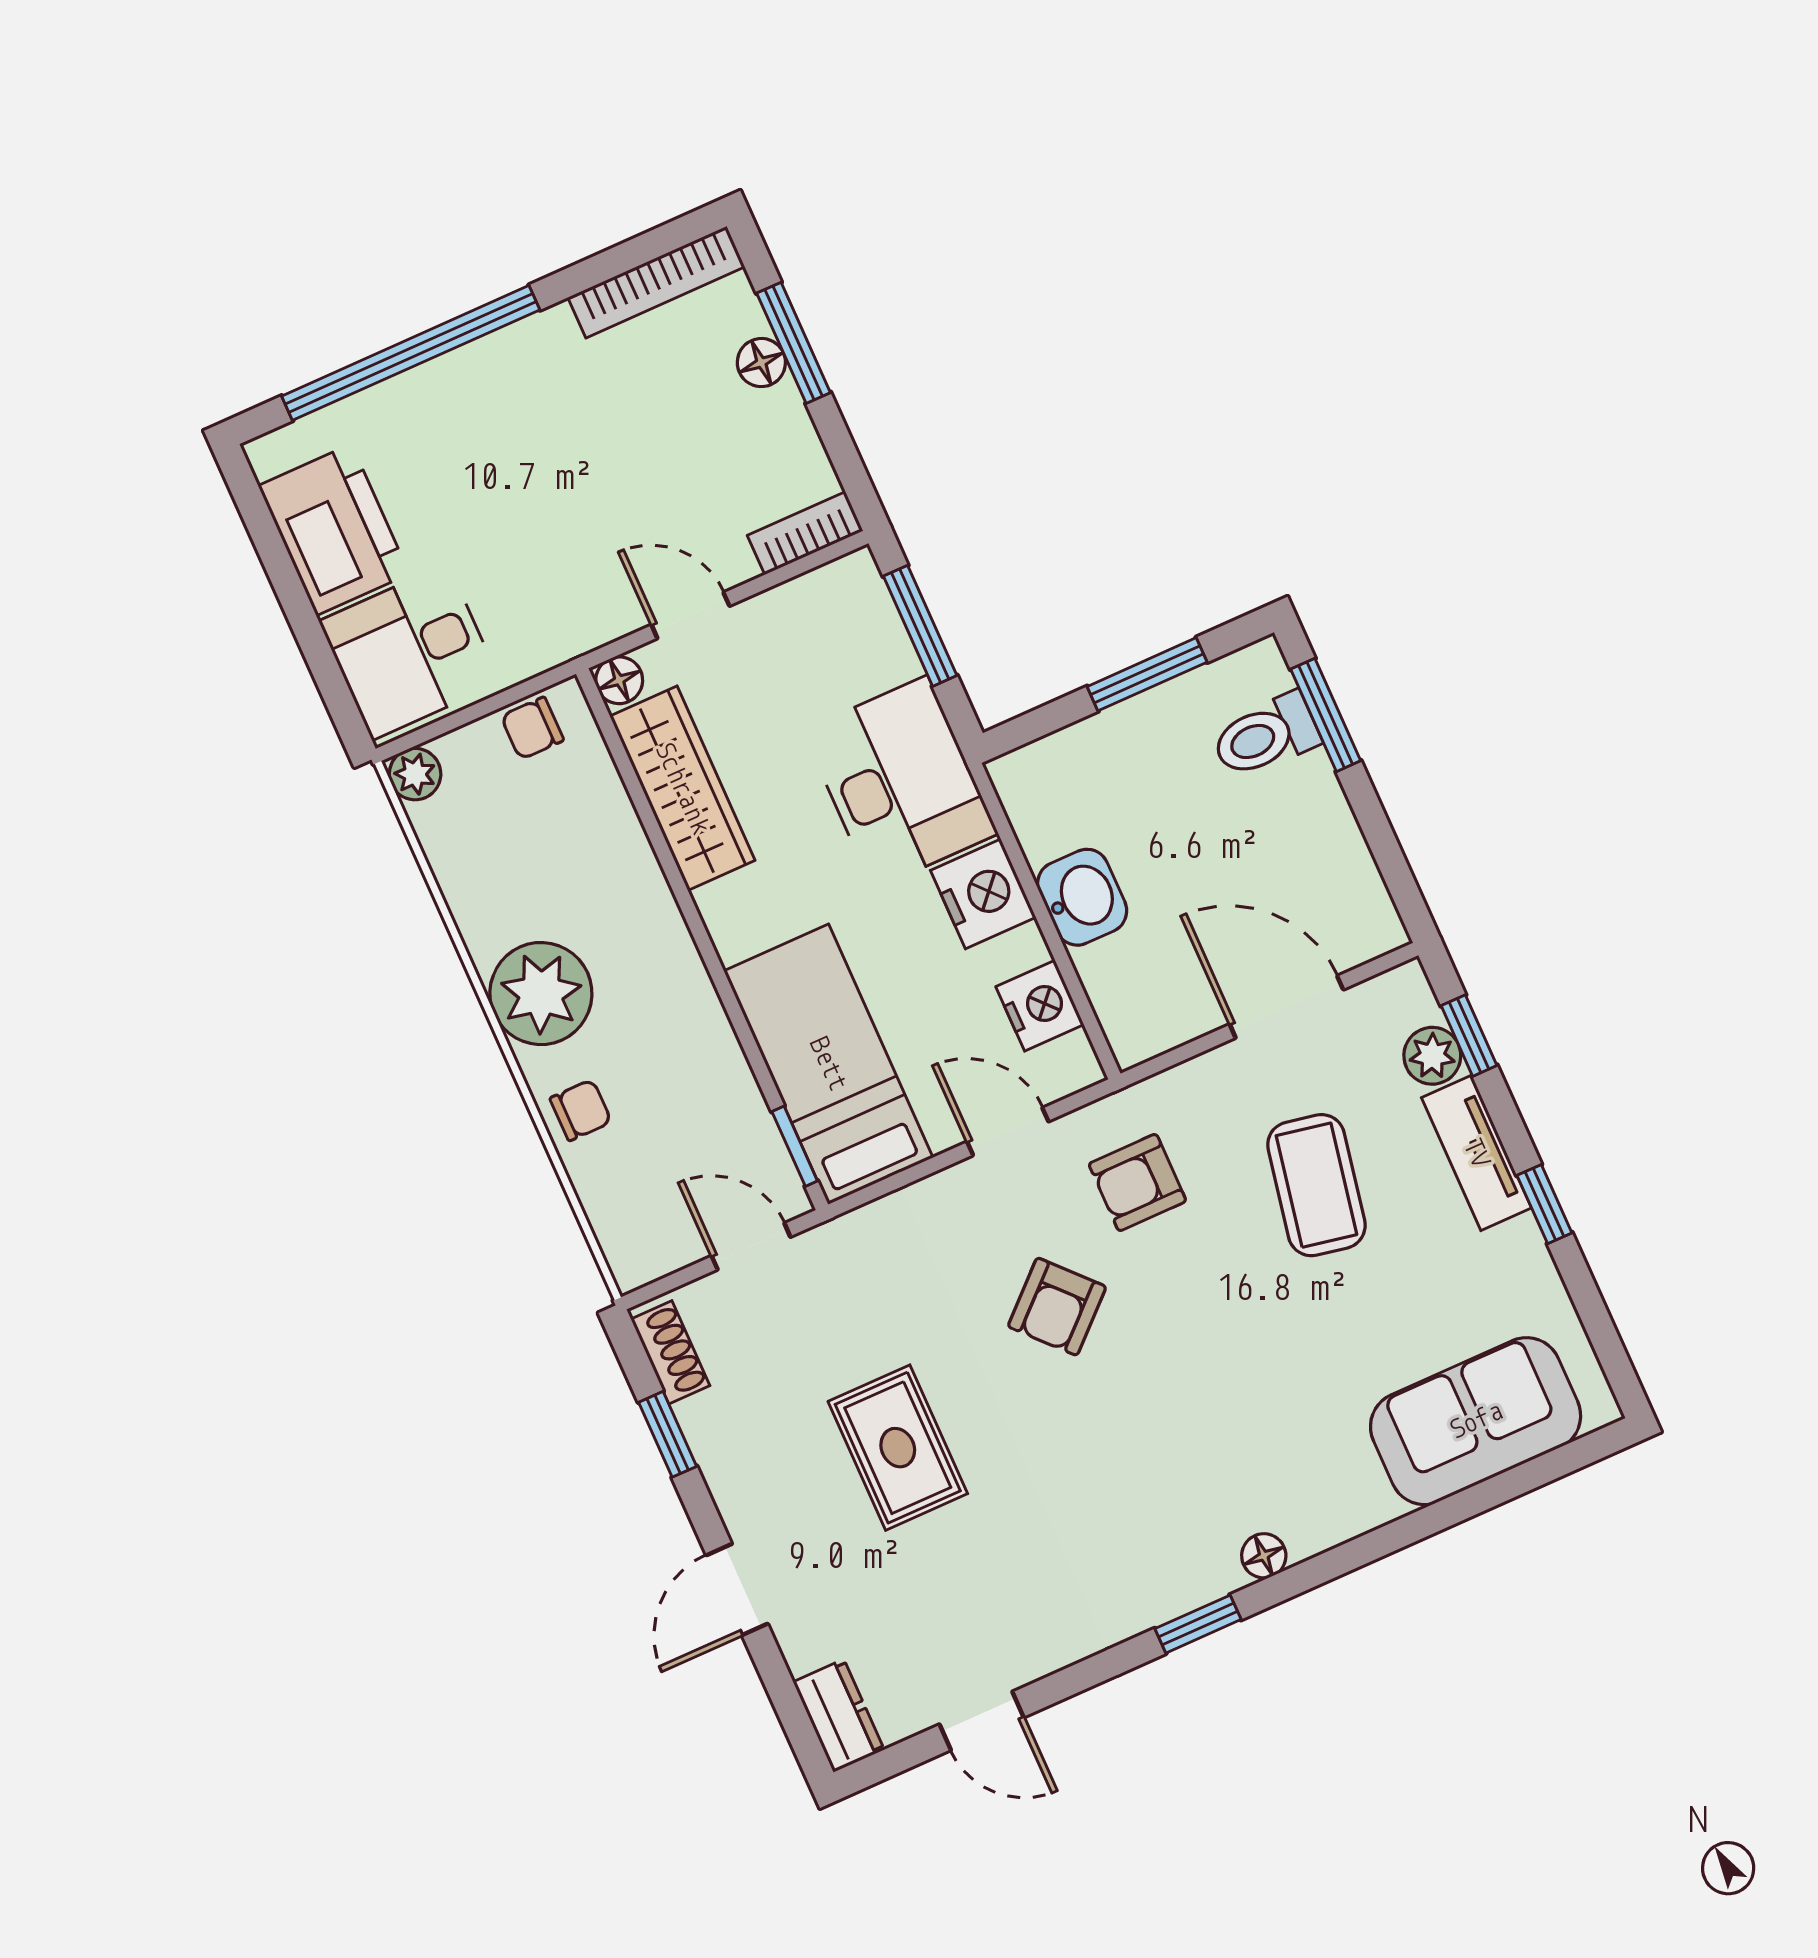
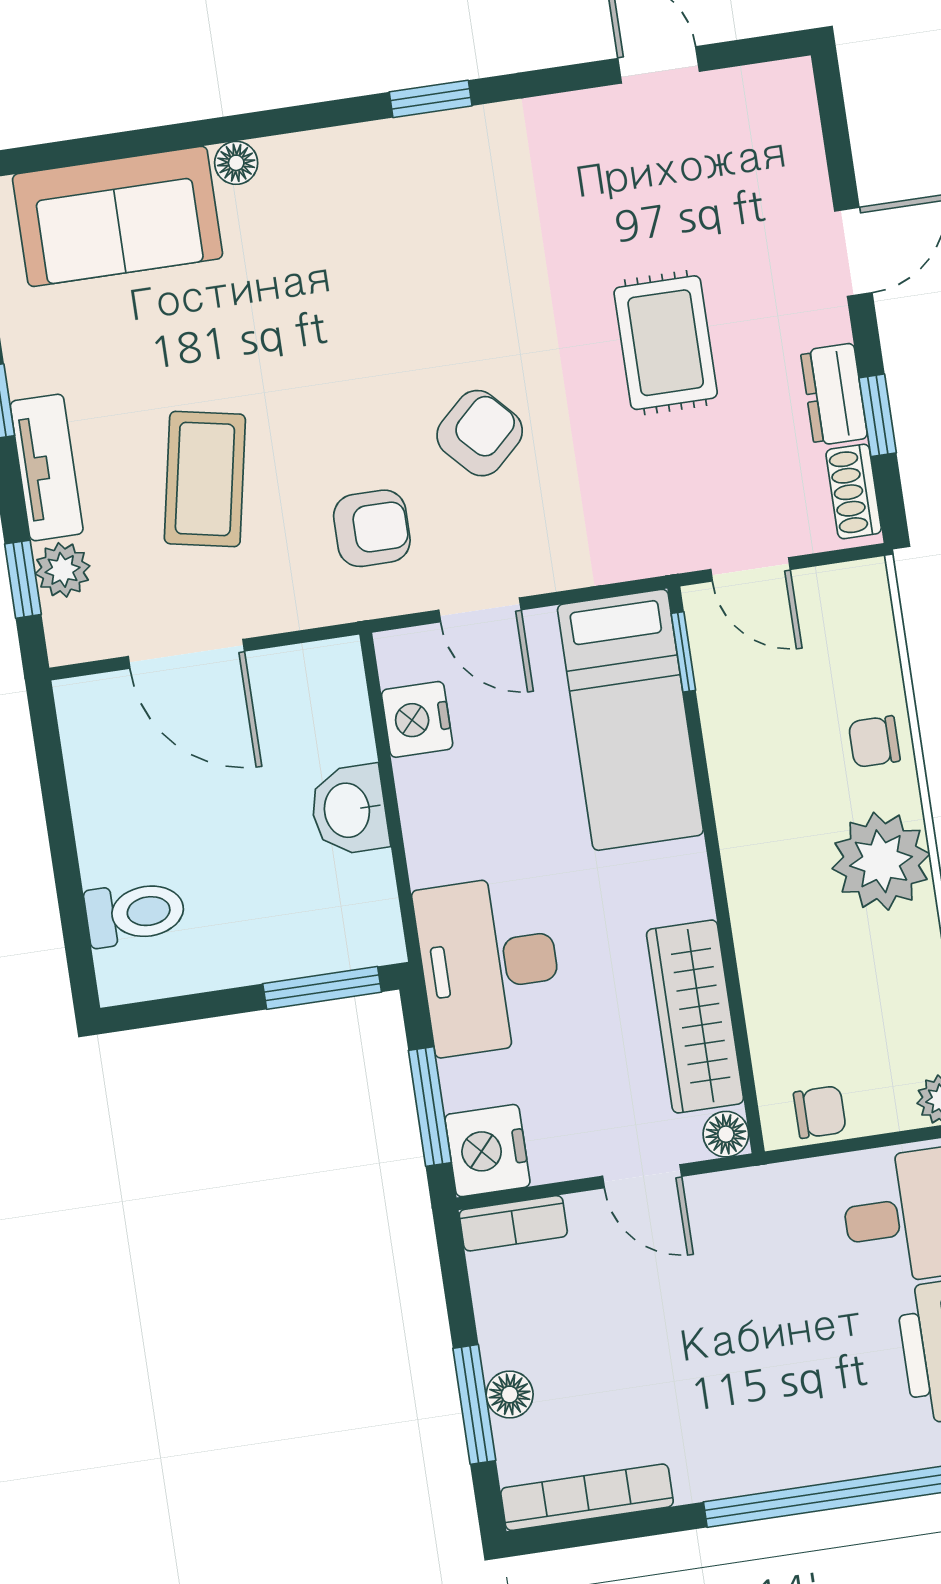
window: (1147, 674) -> (322, 988), moved
window: (1326, 715) -> (73, 917), removed
nightstand: (983, 894) -> (487, 1151), moved
floor lamp: (1264, 1556) -> (236, 163), moved
dresser: (839, 1716) -> (834, 395), moved

